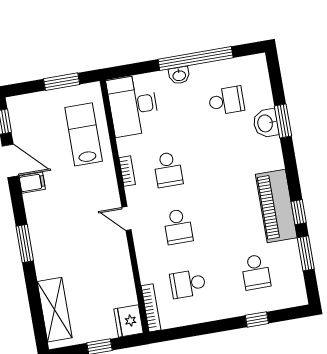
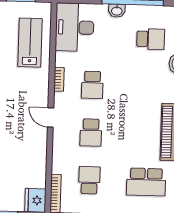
school desk: (256, 272) -> (146, 182), width x1.85
school desk: (188, 284) -> (89, 180), turned 90

